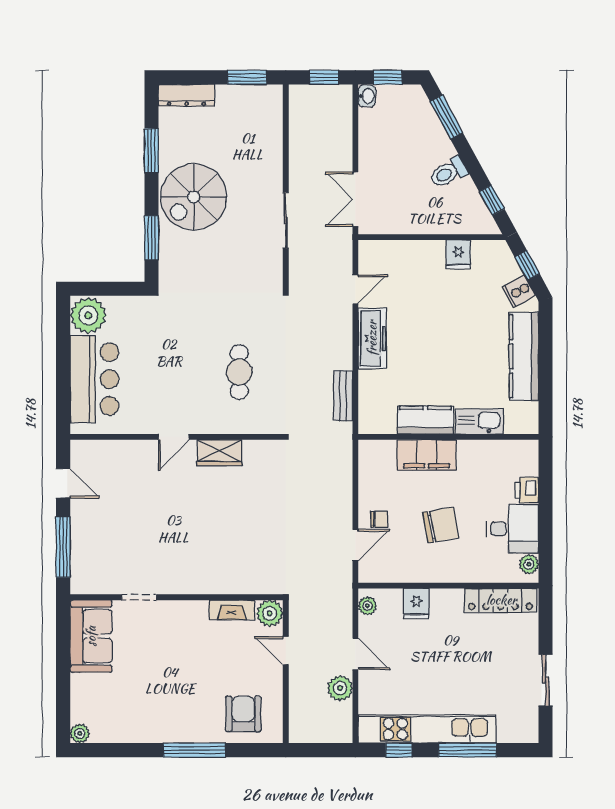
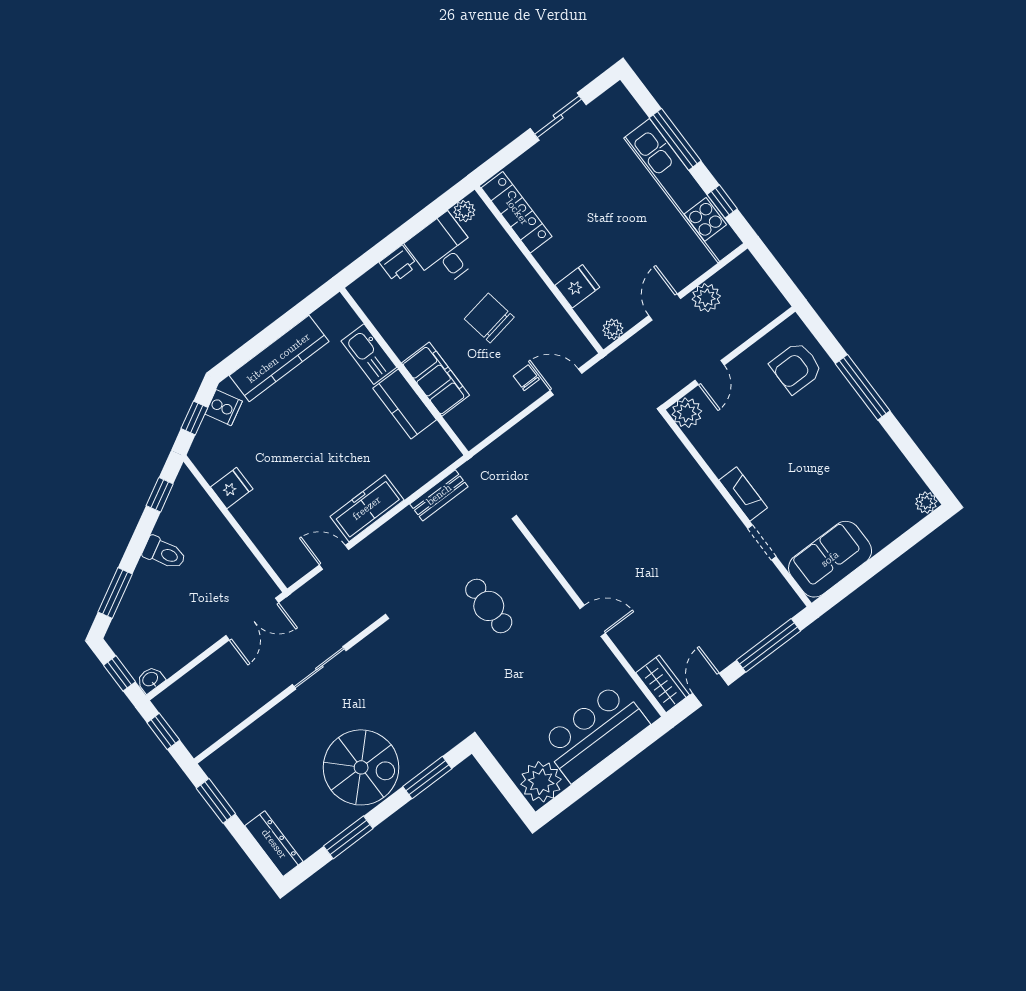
cafe table: (239, 372) -> (489, 606), turned 90
wardrobe: (220, 453) -> (663, 684), moved
fireplace: (232, 610) -> (743, 494), moved

